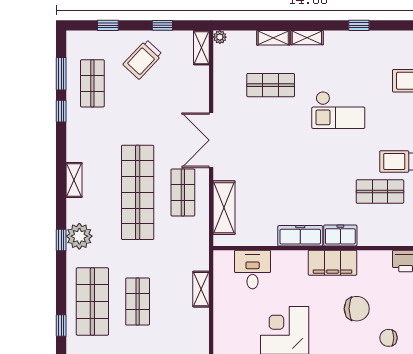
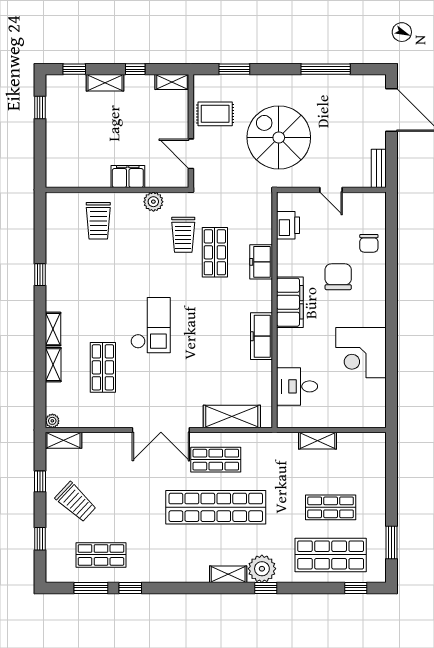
checkout: (338, 110) -> (151, 325), moved
shelving: (74, 180) -> (228, 574), moved
freezer: (340, 235) -> (261, 262), moved

